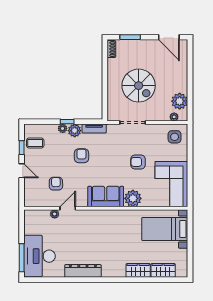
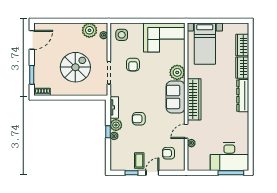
coffee table: (35, 143) -> (139, 161), moved
armchair: (138, 162) -> (133, 65), moved
armchair: (56, 184) -> (168, 153), moved
door: (68, 208) -> (186, 131), hinge flipped
wardrobe: (103, 217) -> (194, 99), added
dresser: (83, 271) -> (243, 96), moved

